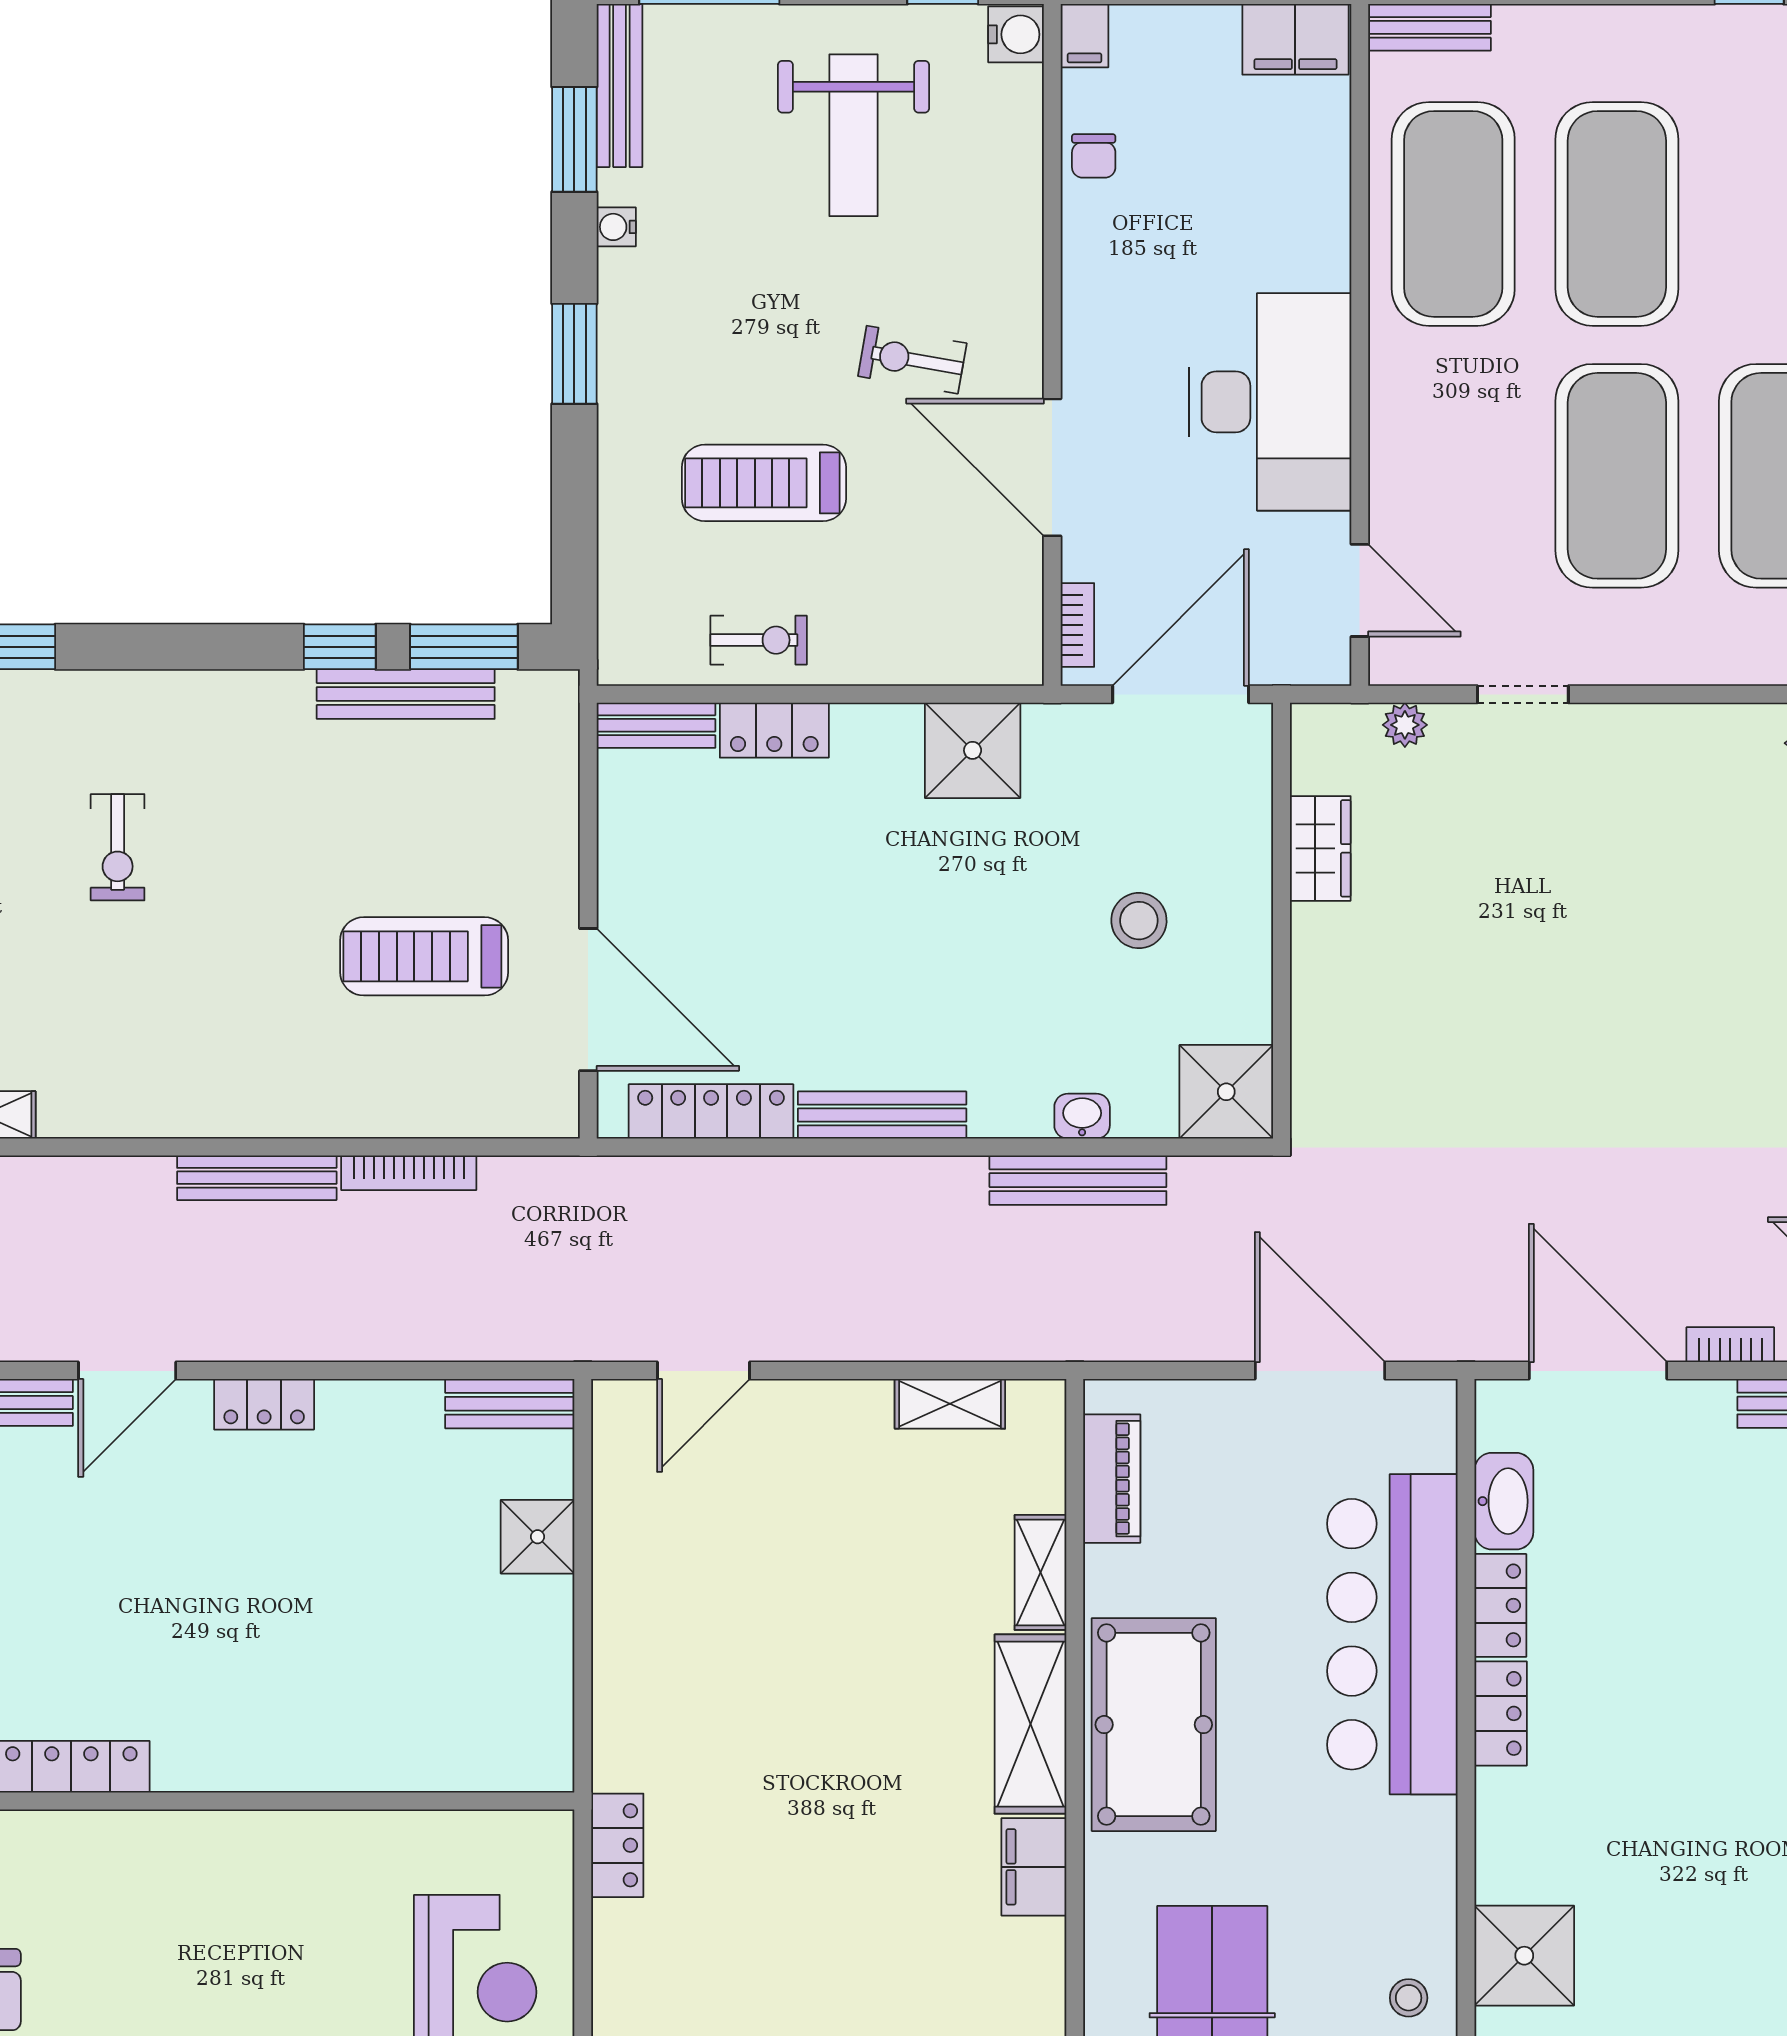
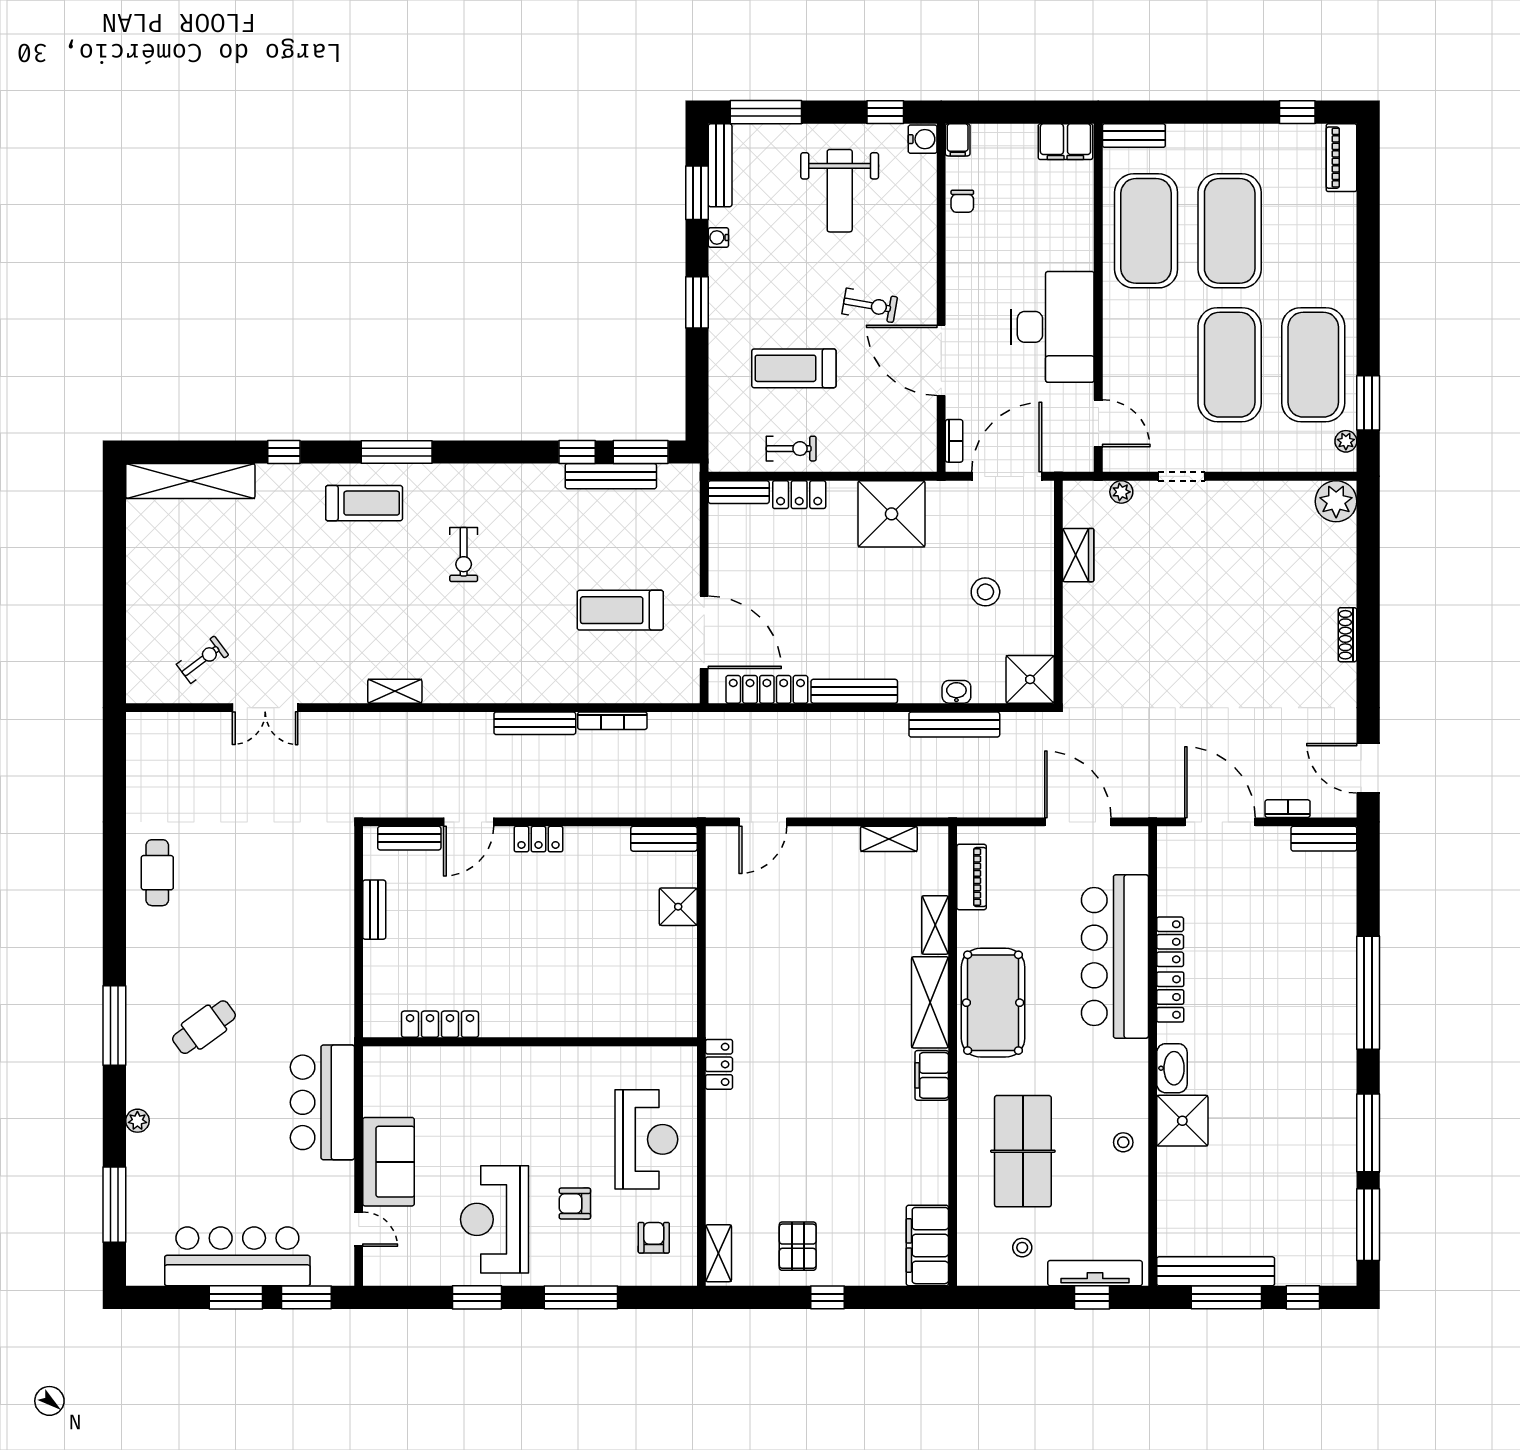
exercise bike: (912, 360) -> (870, 305), turned 180
shower: (973, 750) -> (892, 514), width x1.37, depth x1.37
washbasin: (1504, 1501) -> (1172, 1068), moved

